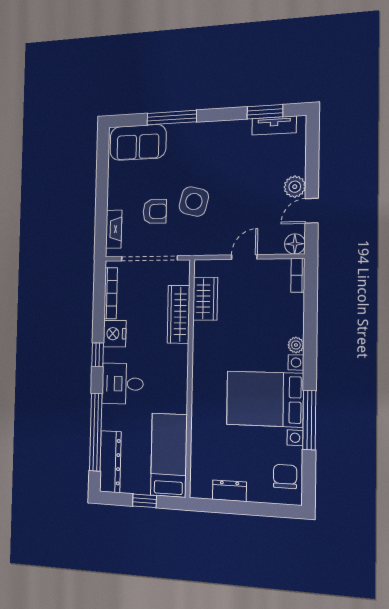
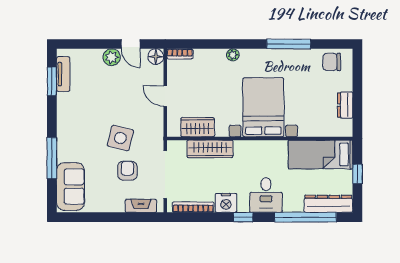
bed with nightstands: (265, 399) -> (263, 107), moved, turned 180

